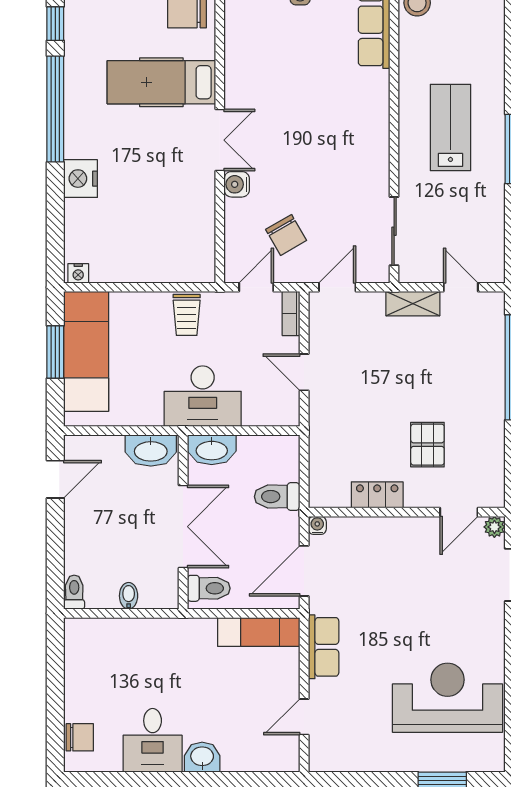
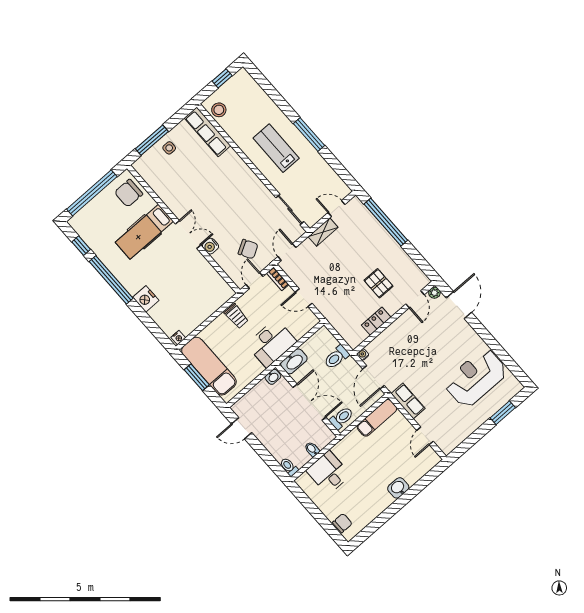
washbasin: (151, 450) -> (273, 377), width x0.52, depth x0.69
door: (55, 479) -> (242, 428), swing flipped
desk: (153, 740) -> (328, 473), moved, turned 180

